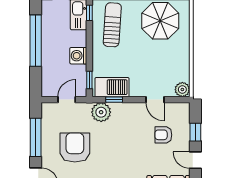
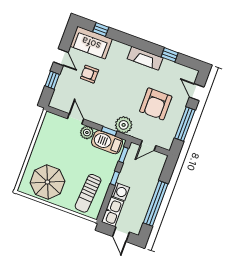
window: (89, 13) -> (115, 178), moved
washing machine: (78, 56) -> (120, 192), moved
plant: (182, 90) -> (87, 133), moved
armchair: (163, 135) -> (90, 74), moved, turned 180

